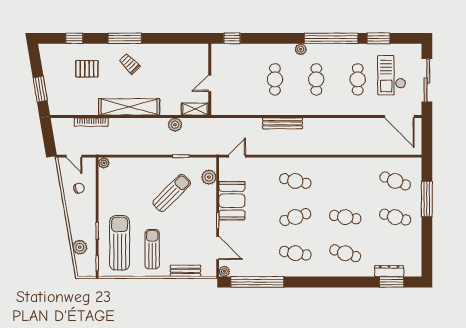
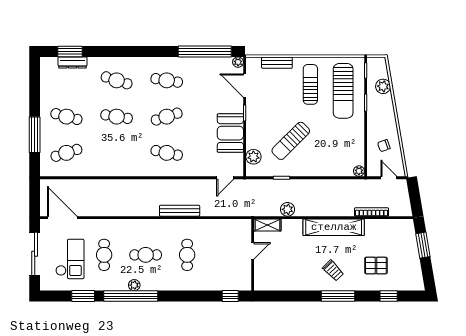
plant: (301, 49) -> (134, 285), moved
cafe table: (316, 79) -> (146, 255), turned 90
cafe table: (395, 181) -> (66, 153), turned -39
sun lounger: (152, 249) -> (310, 84), turned 180

